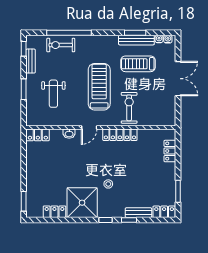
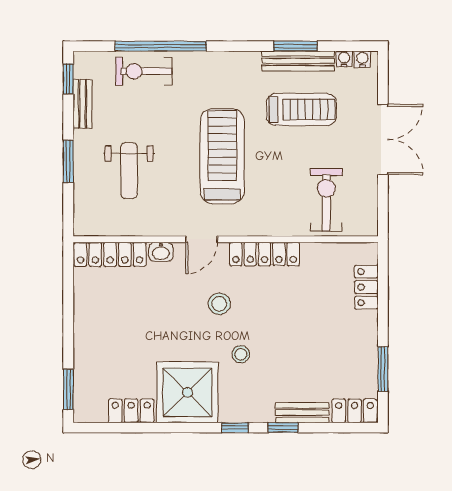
treadmill: (138, 64) -> (301, 109), turned 180
exercise bike: (129, 108) -> (326, 200), moved
locker: (38, 135) -> (110, 254), width x1.53
stool: (98, 159) -> (219, 304), added

